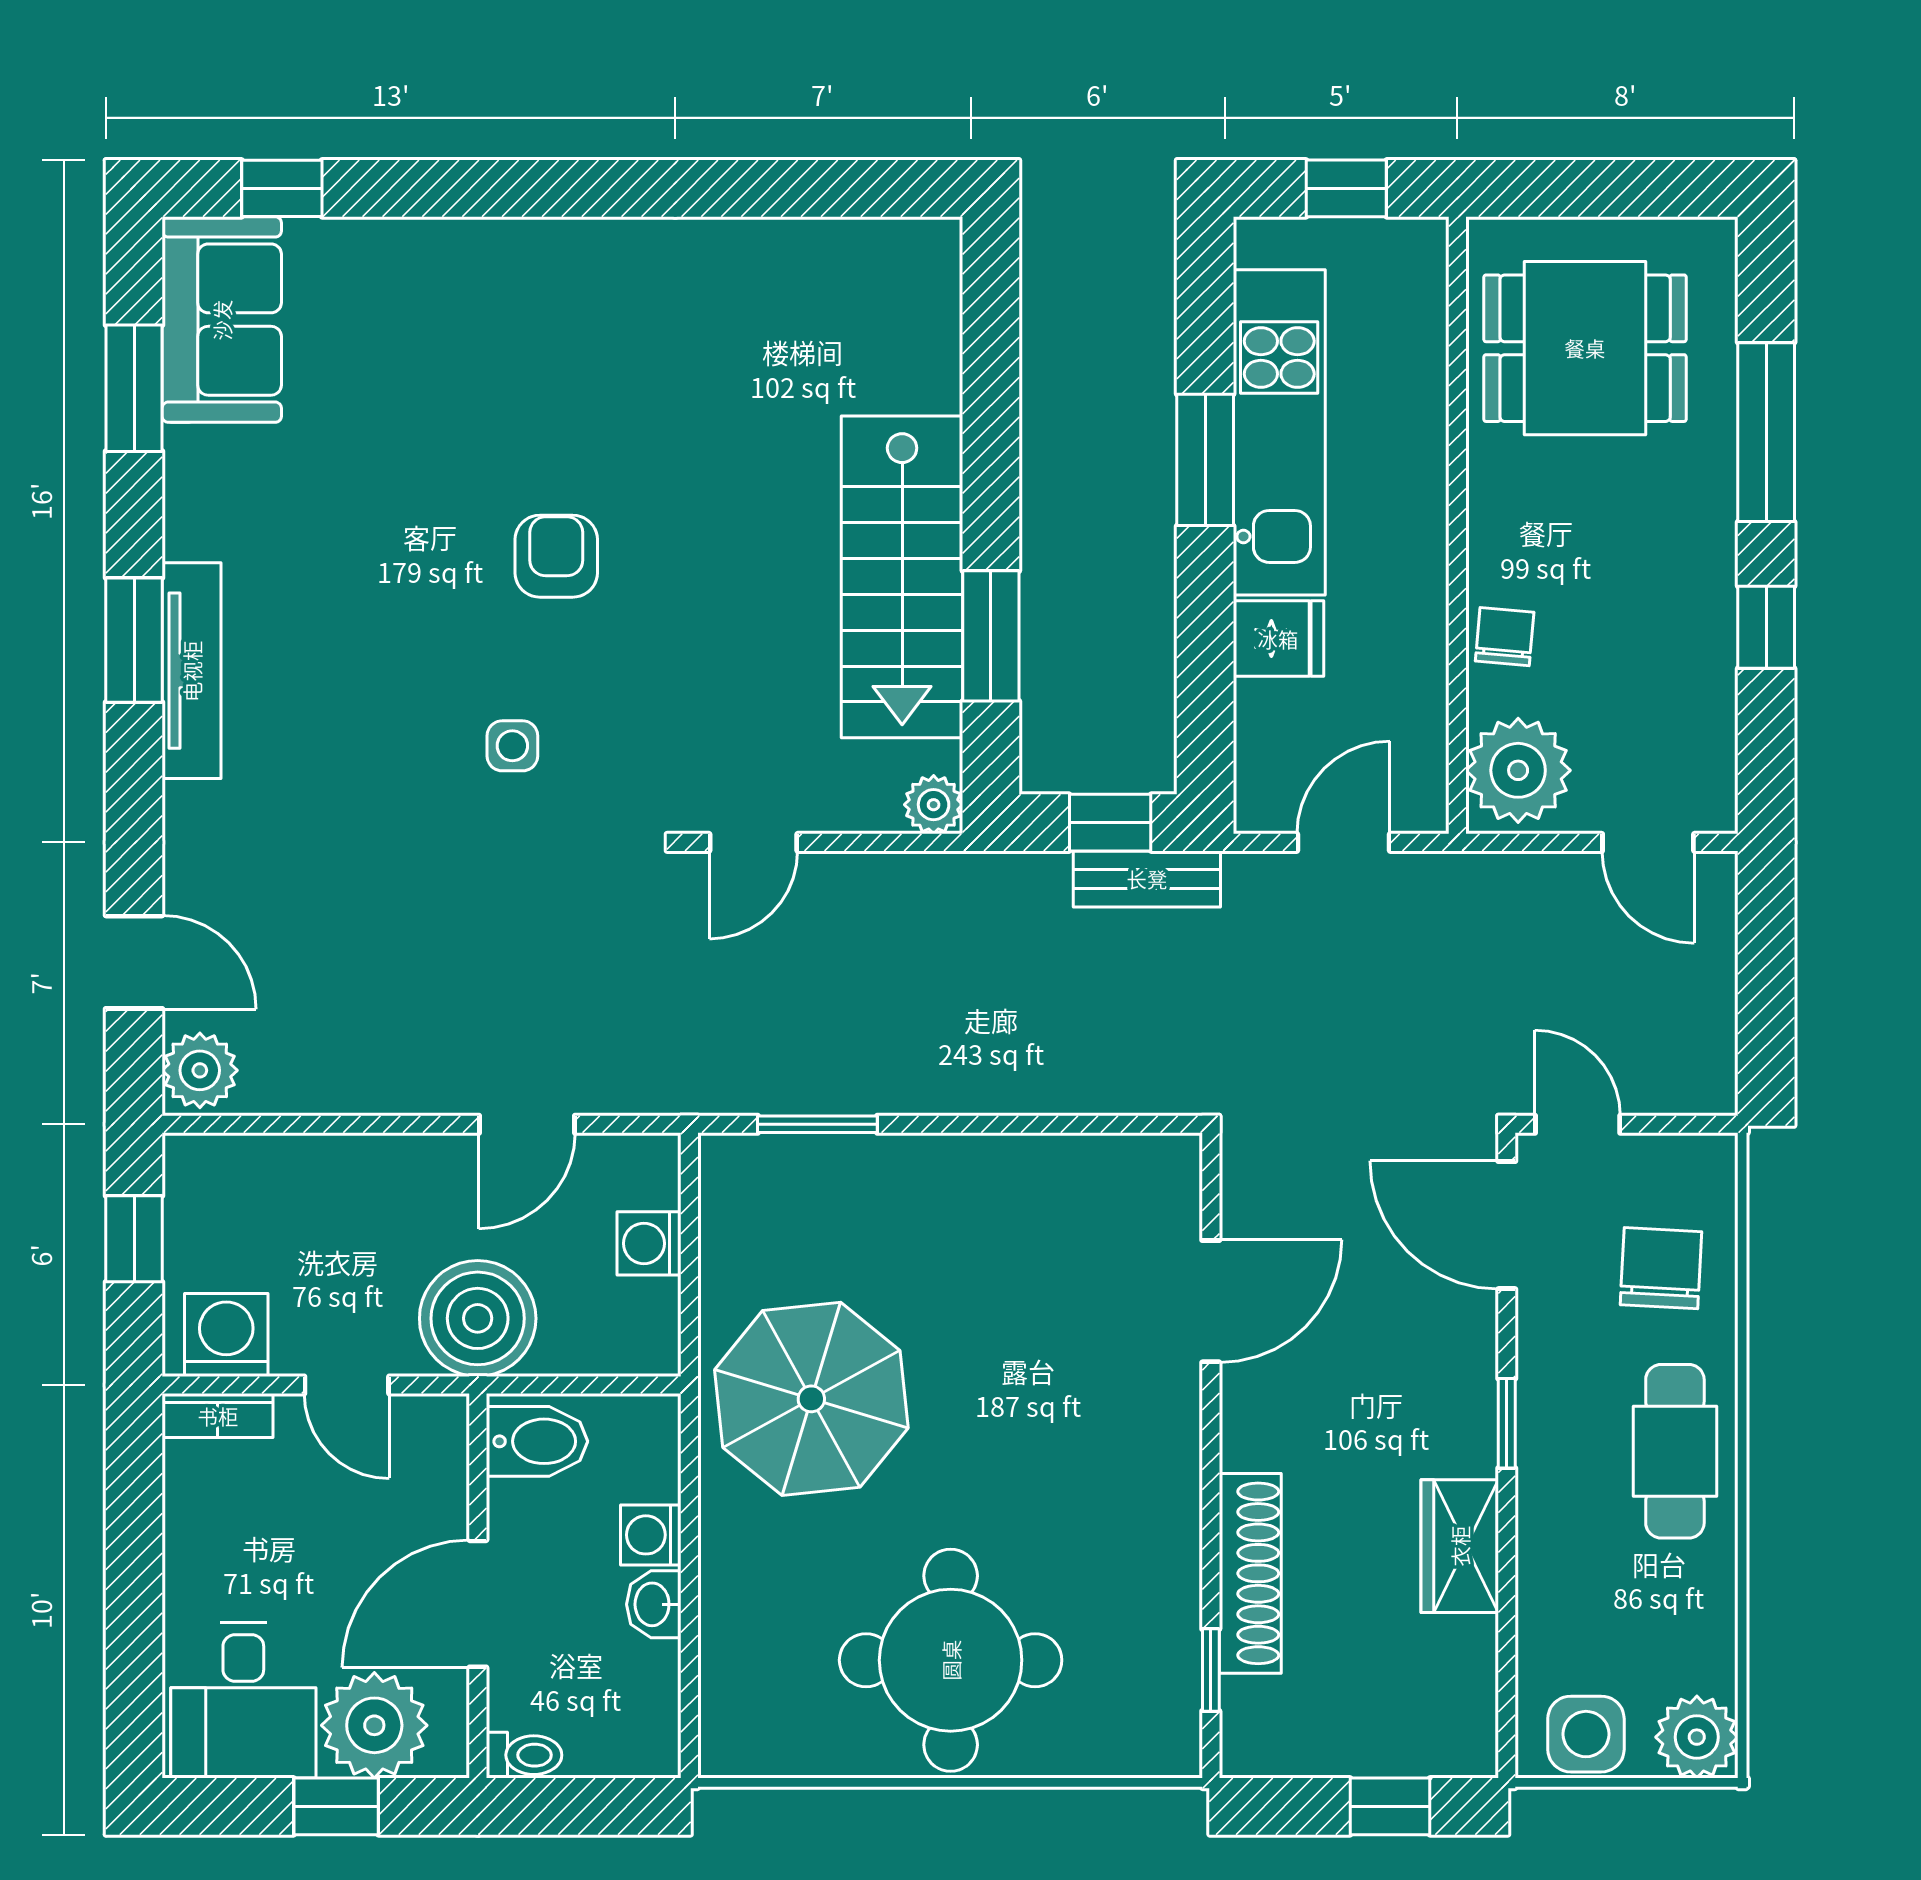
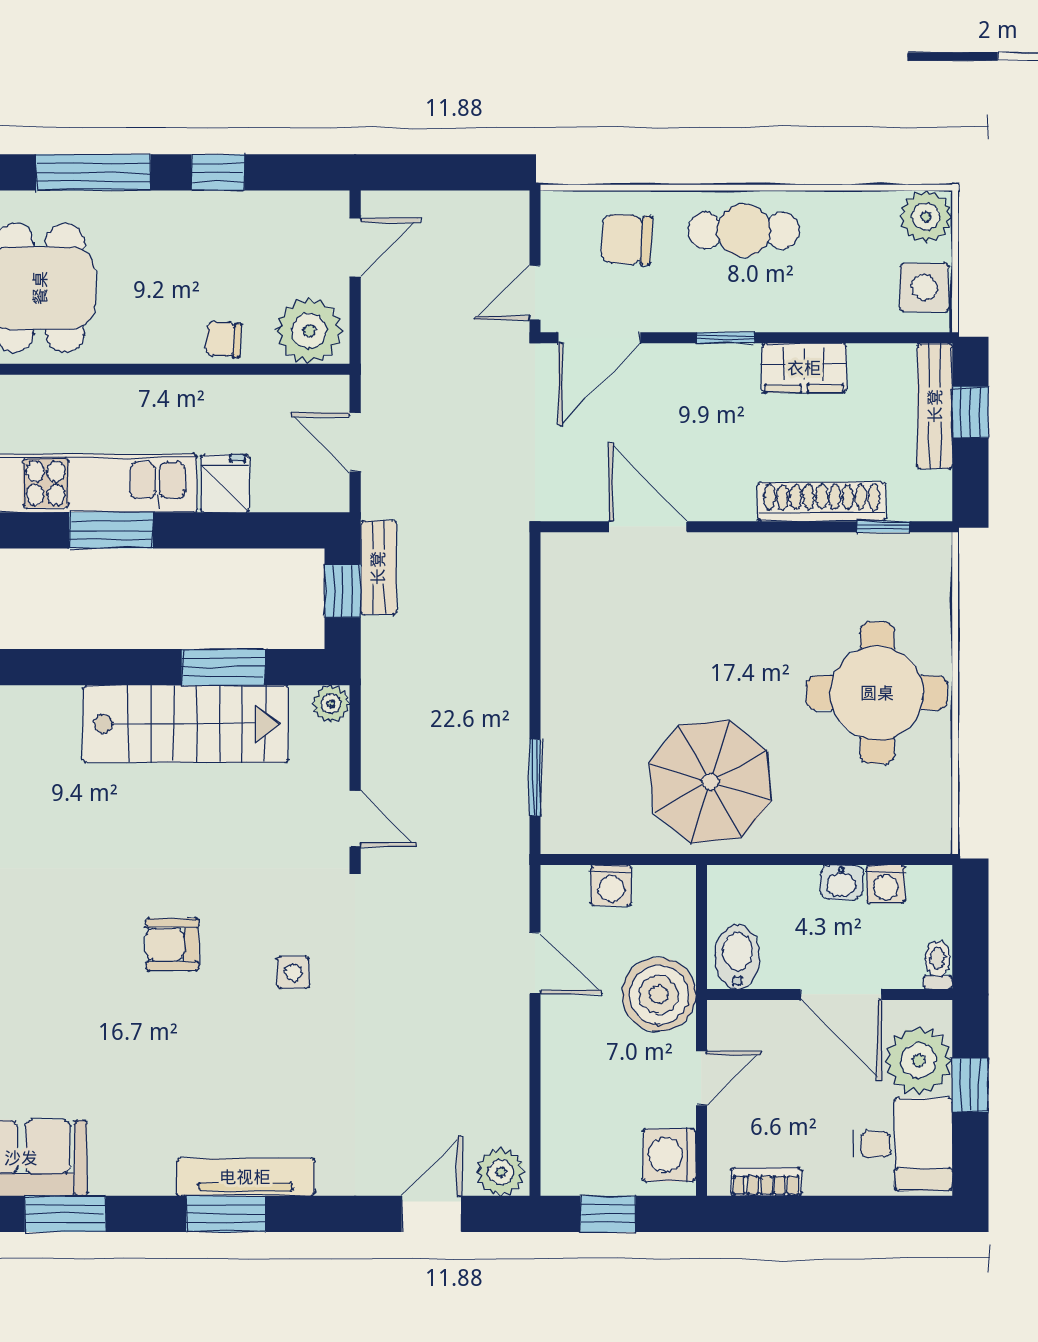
bookcase: (218, 1416) -> (766, 1182), moved, turned -90
washing machine: (651, 1535) -> (886, 884), moved
bench: (1400, 1751) -> (935, 406), added

